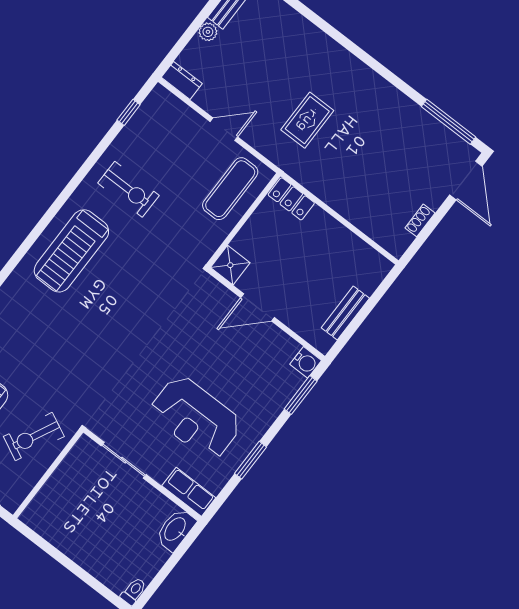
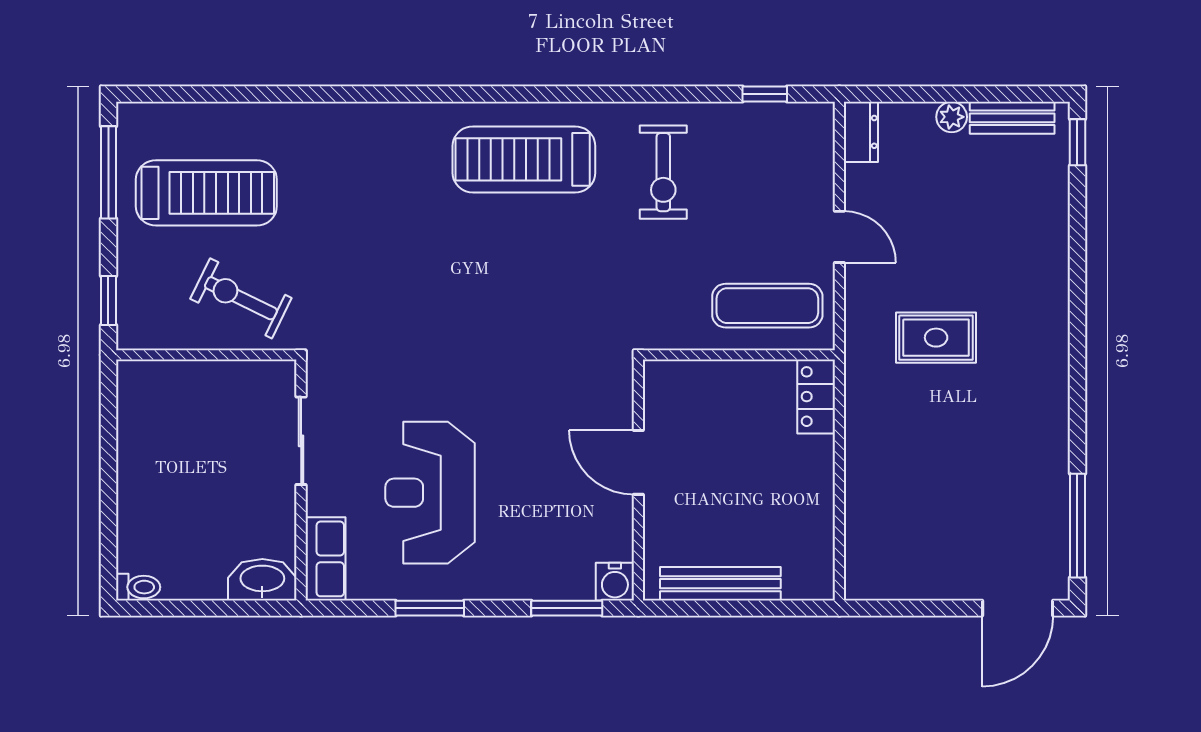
shoe rack: (420, 220) -> (918, 588), removed
shower: (230, 265) -> (667, 383), removed
bench: (345, 313) -> (720, 584), width x1.36

